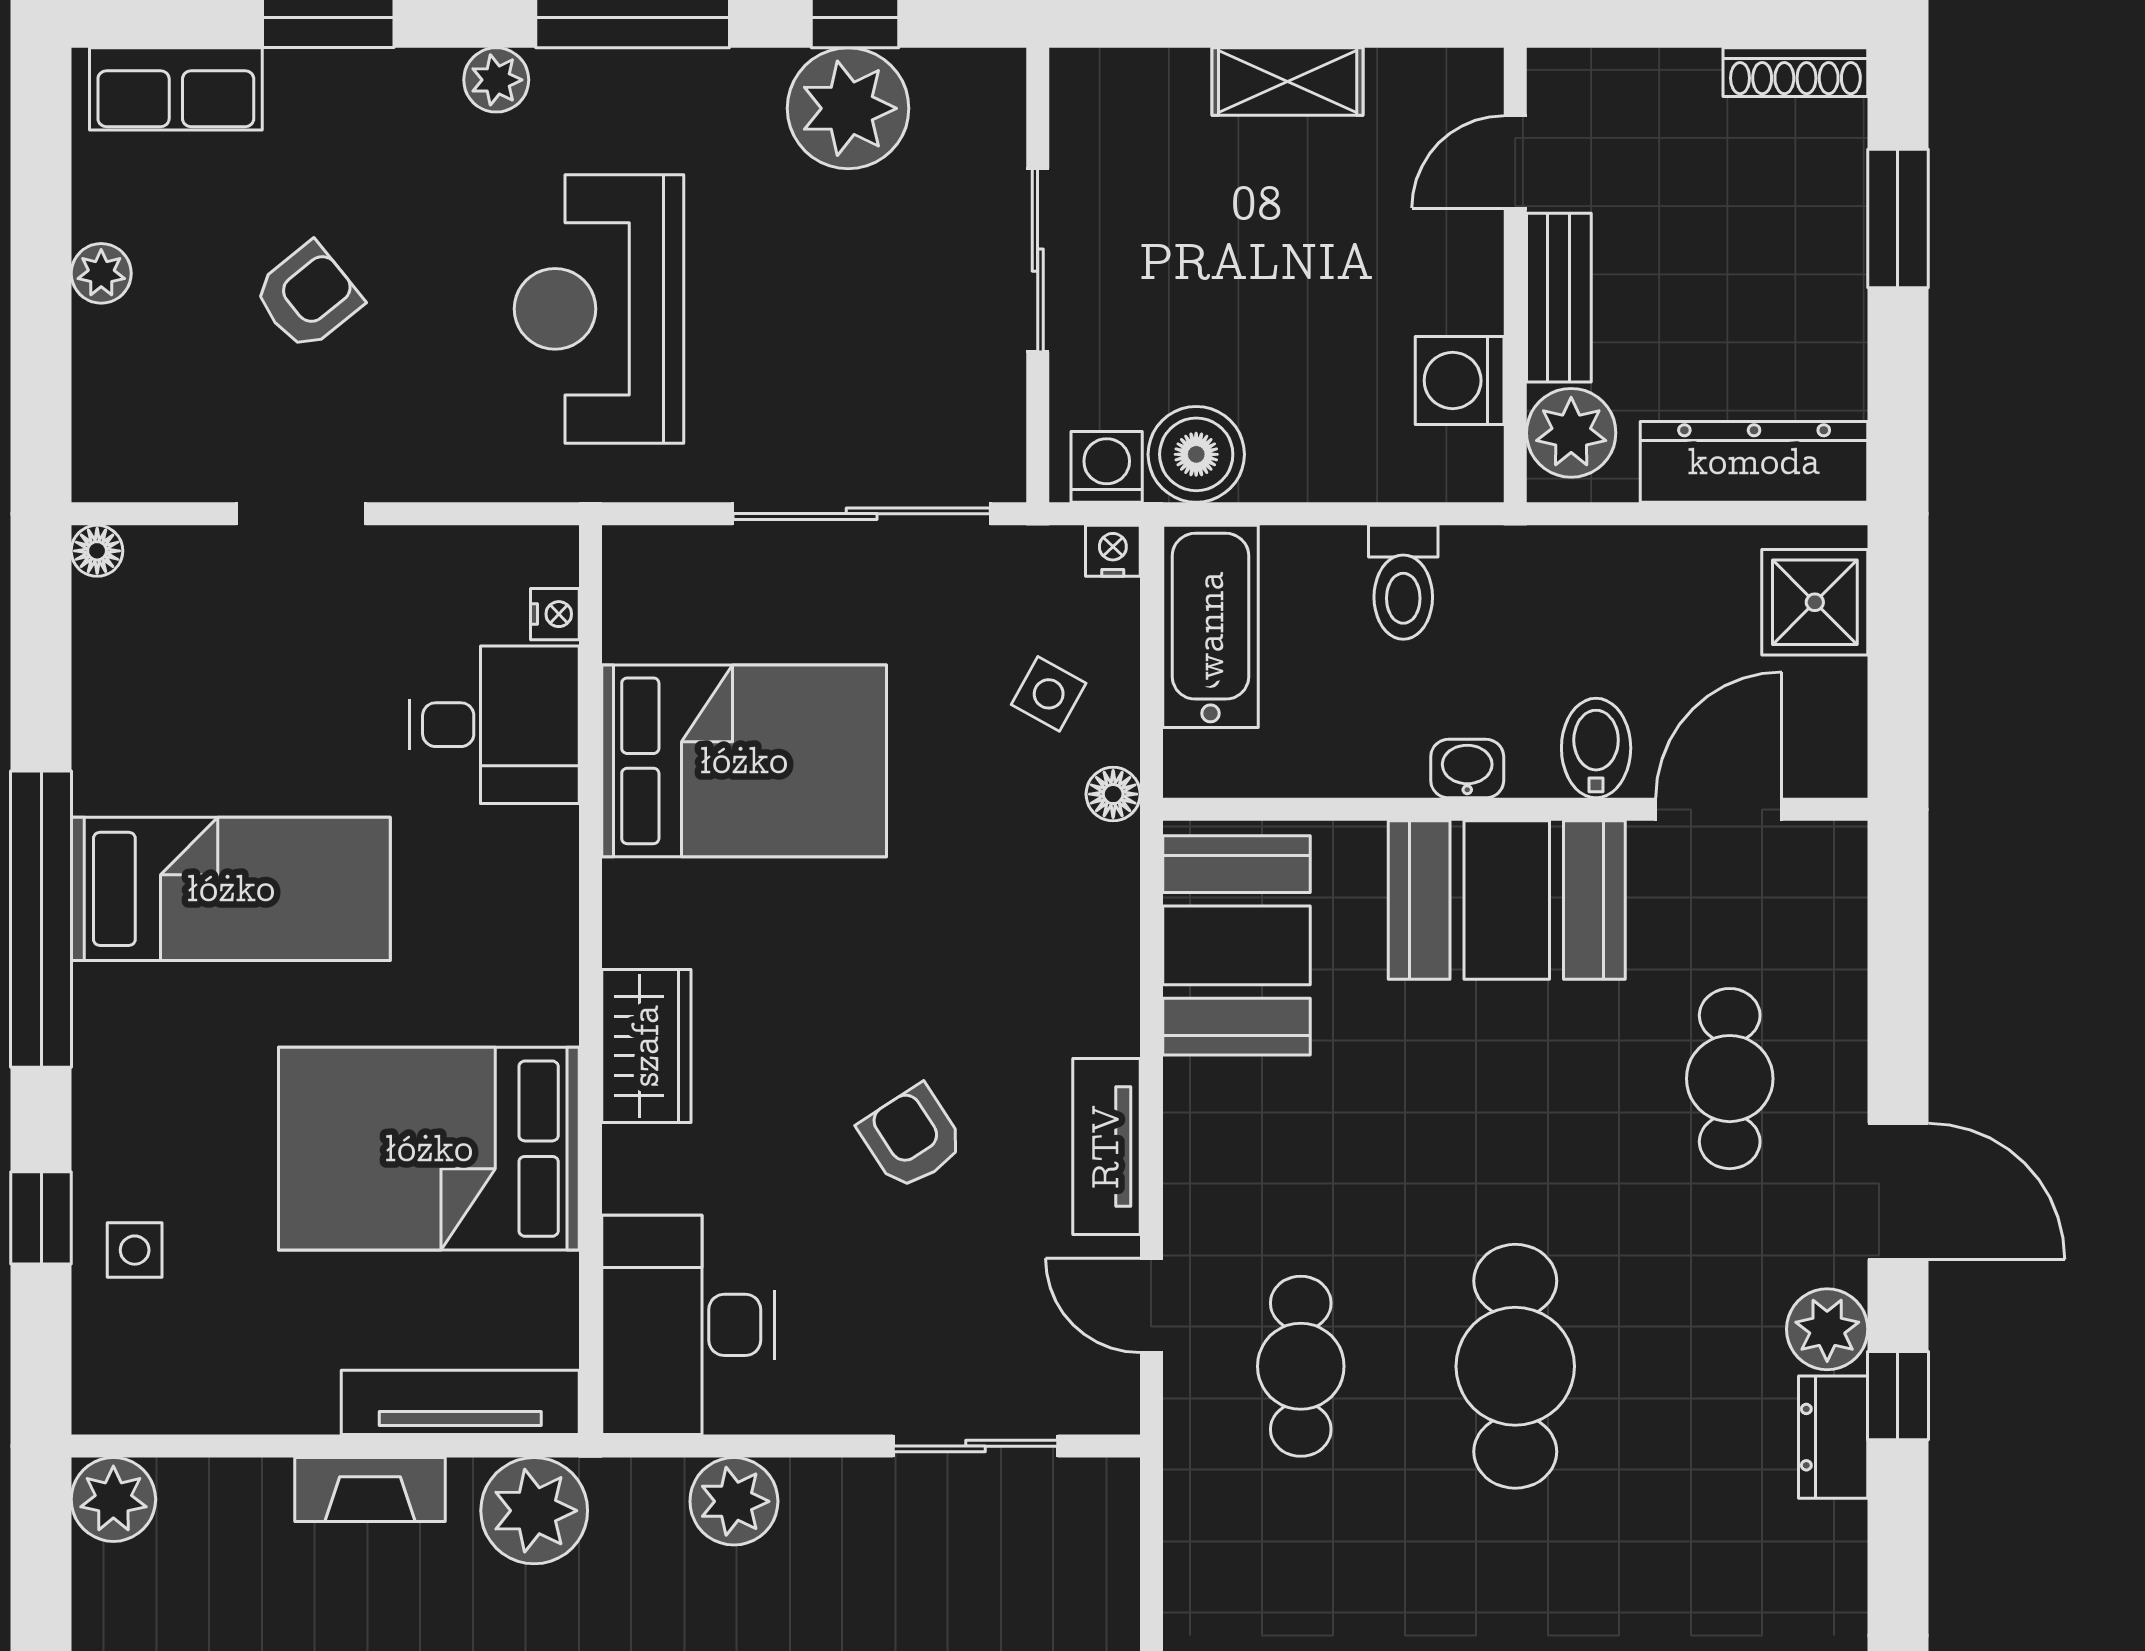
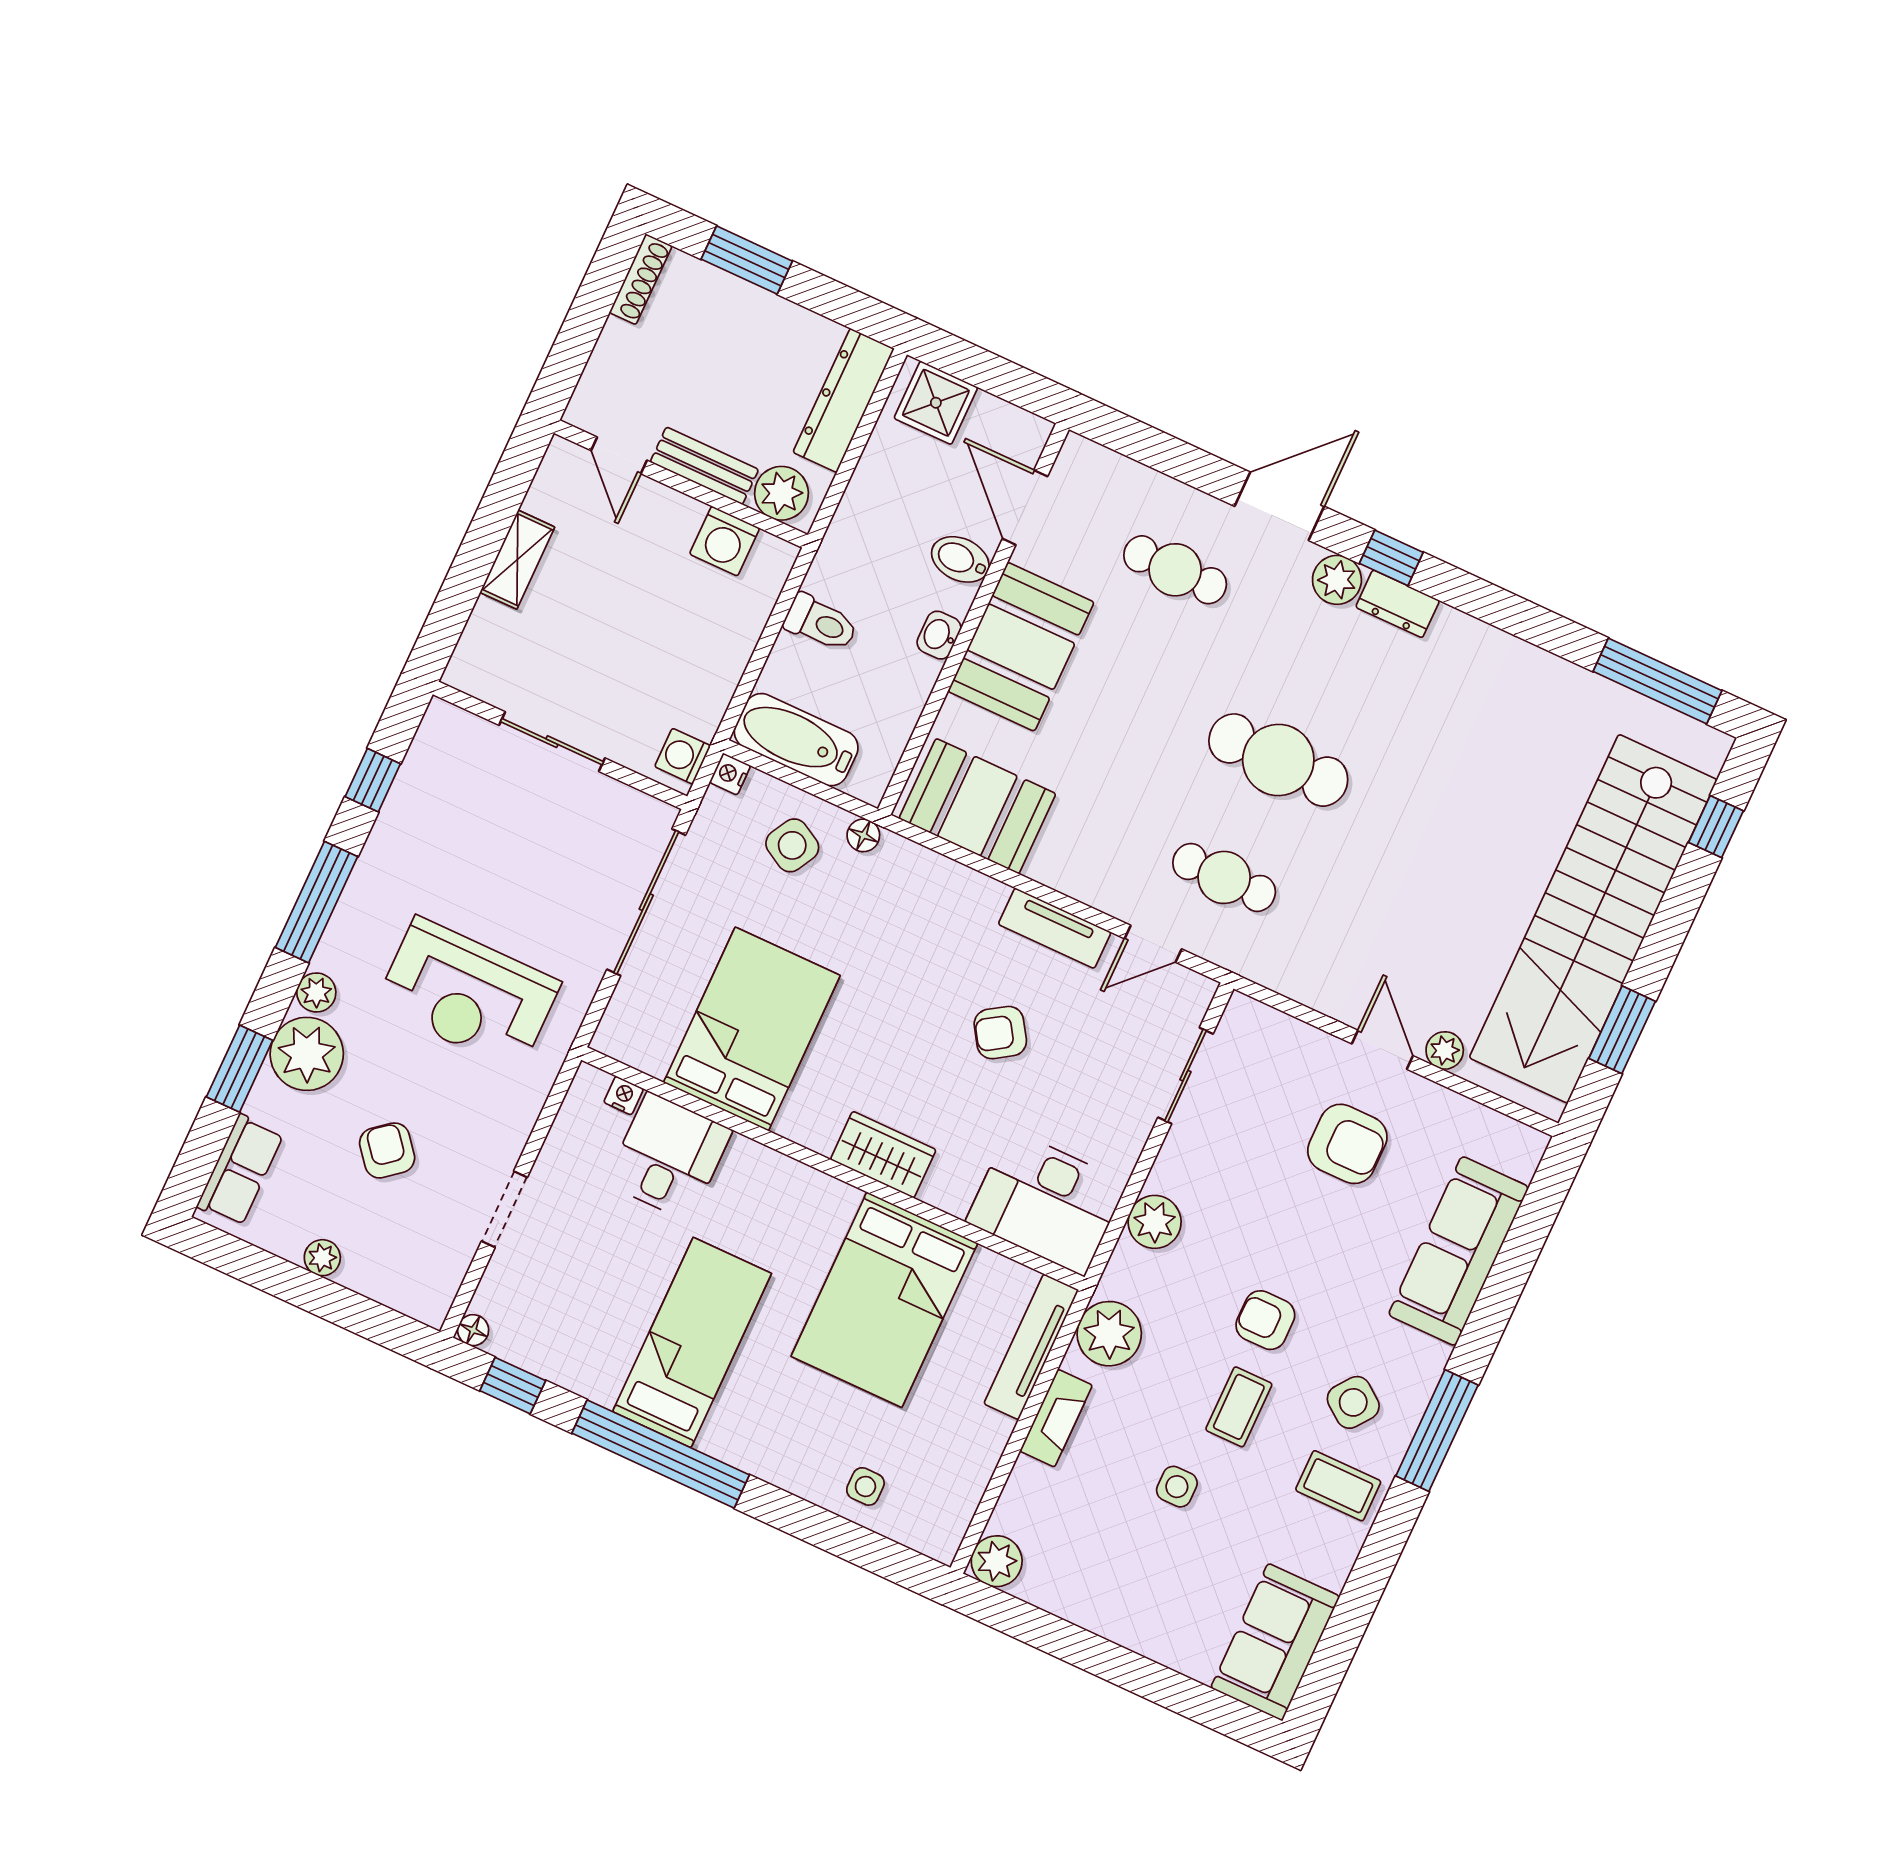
plant: (848, 108) -> (307, 1054), moved
boiler: (1196, 454) -> (698, 704), removed
side table: (1049, 694) -> (792, 845), width x1.37, depth x1.37
window: (41, 1218) -> (513, 1386), moved

